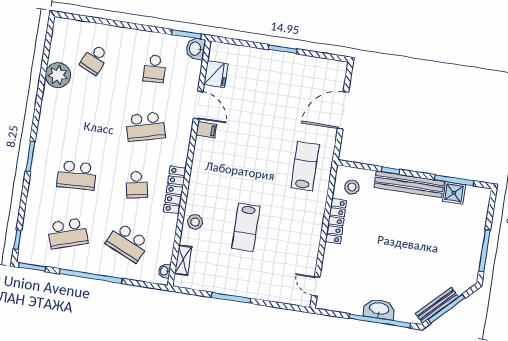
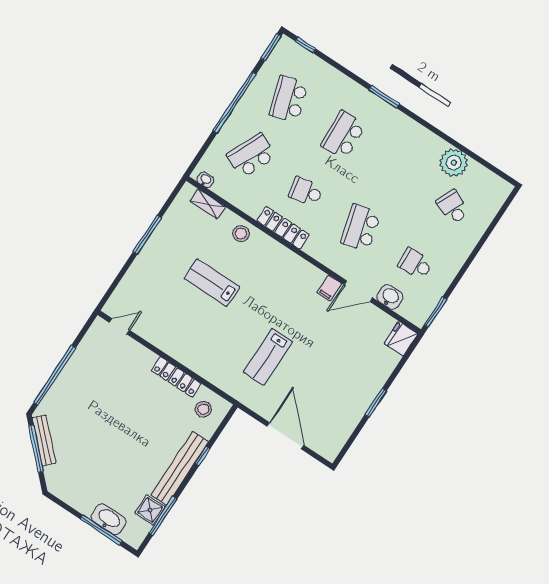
washbasin: (196, 49) -> (390, 297), moved
fridge: (216, 74) -> (401, 339), moved, turned 90
lab bench: (305, 166) -> (268, 357), moved, turned 90
window: (484, 251) -> (101, 530), moved
washbasin: (379, 309) -> (109, 519), moved, turned -90

